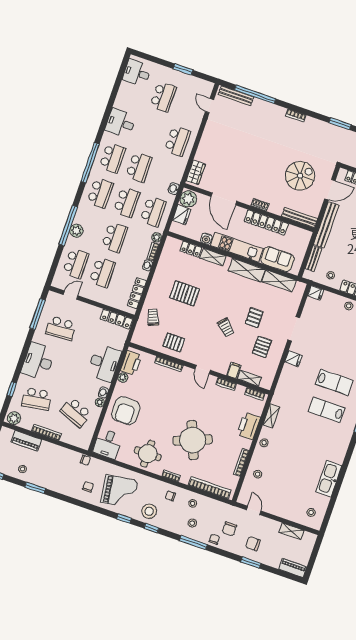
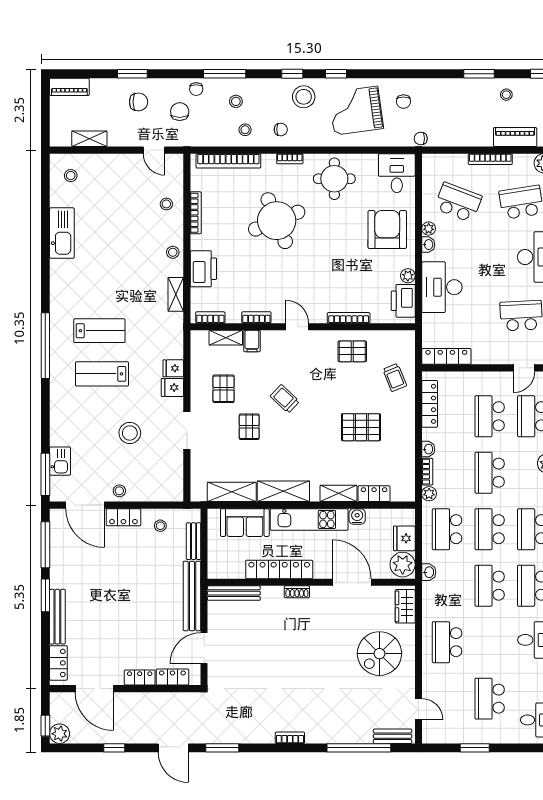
bench: (236, 96) -> (393, 736), width x0.73
spiral stairs: (300, 176) -> (379, 654), moved
fridge: (316, 293) -> (173, 368), moved
stool: (330, 340) -> (130, 433), added

